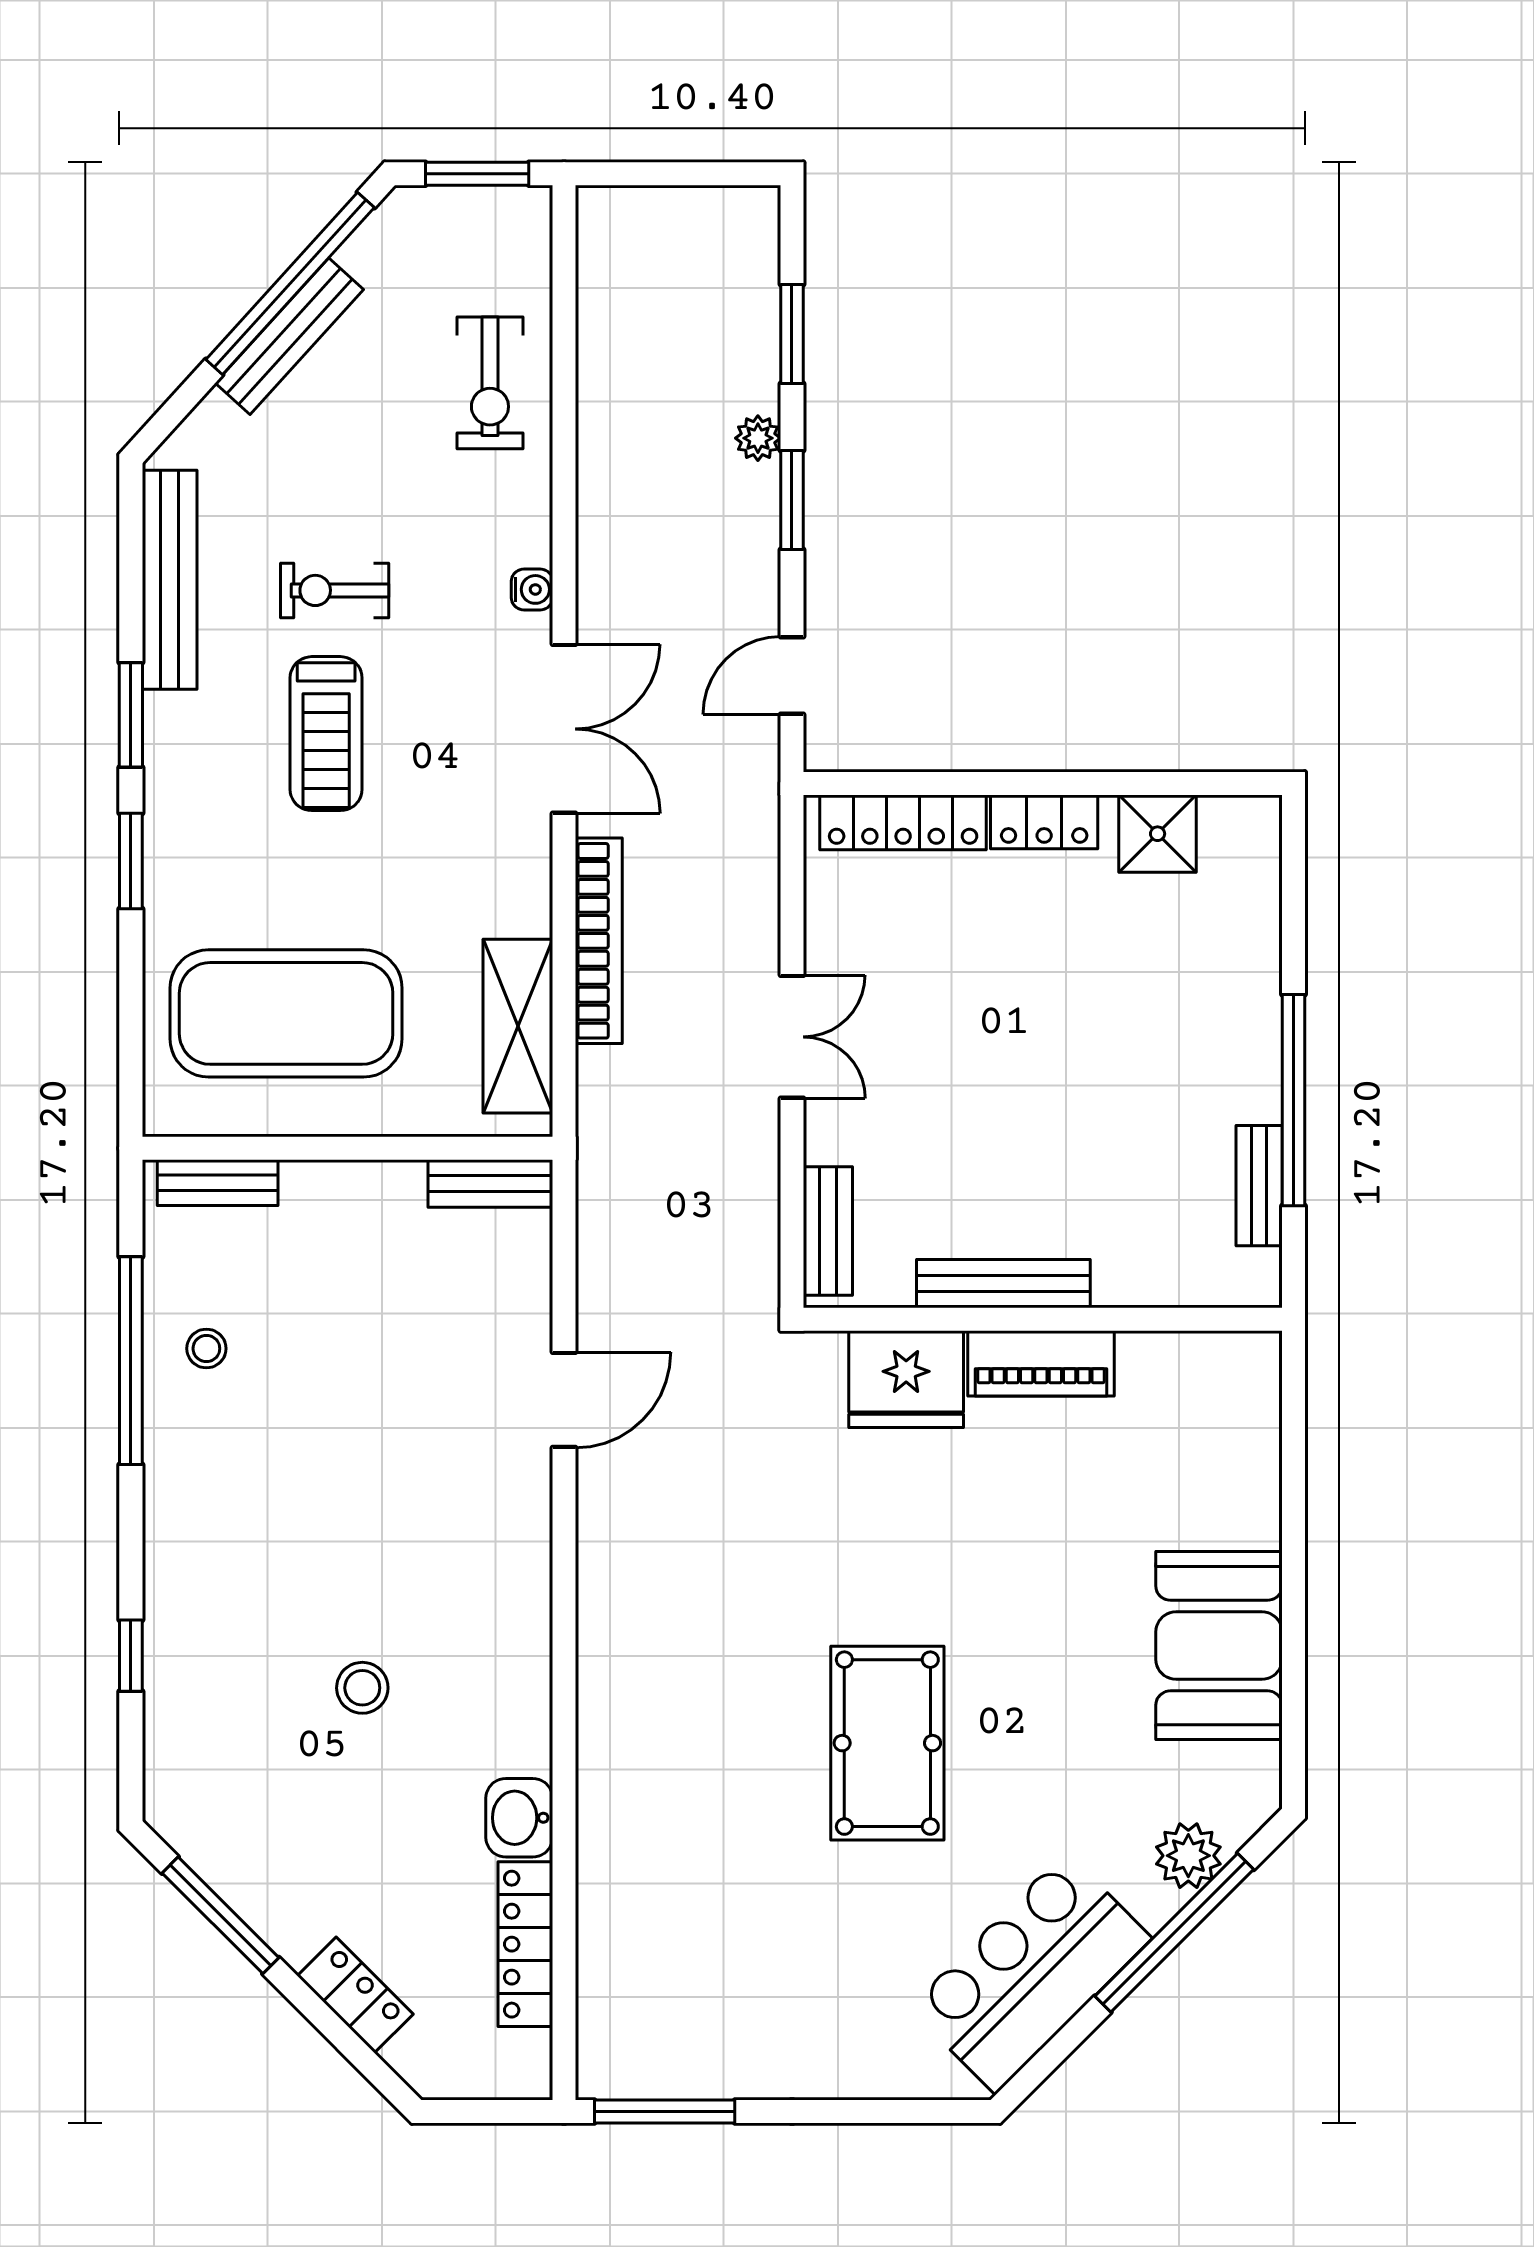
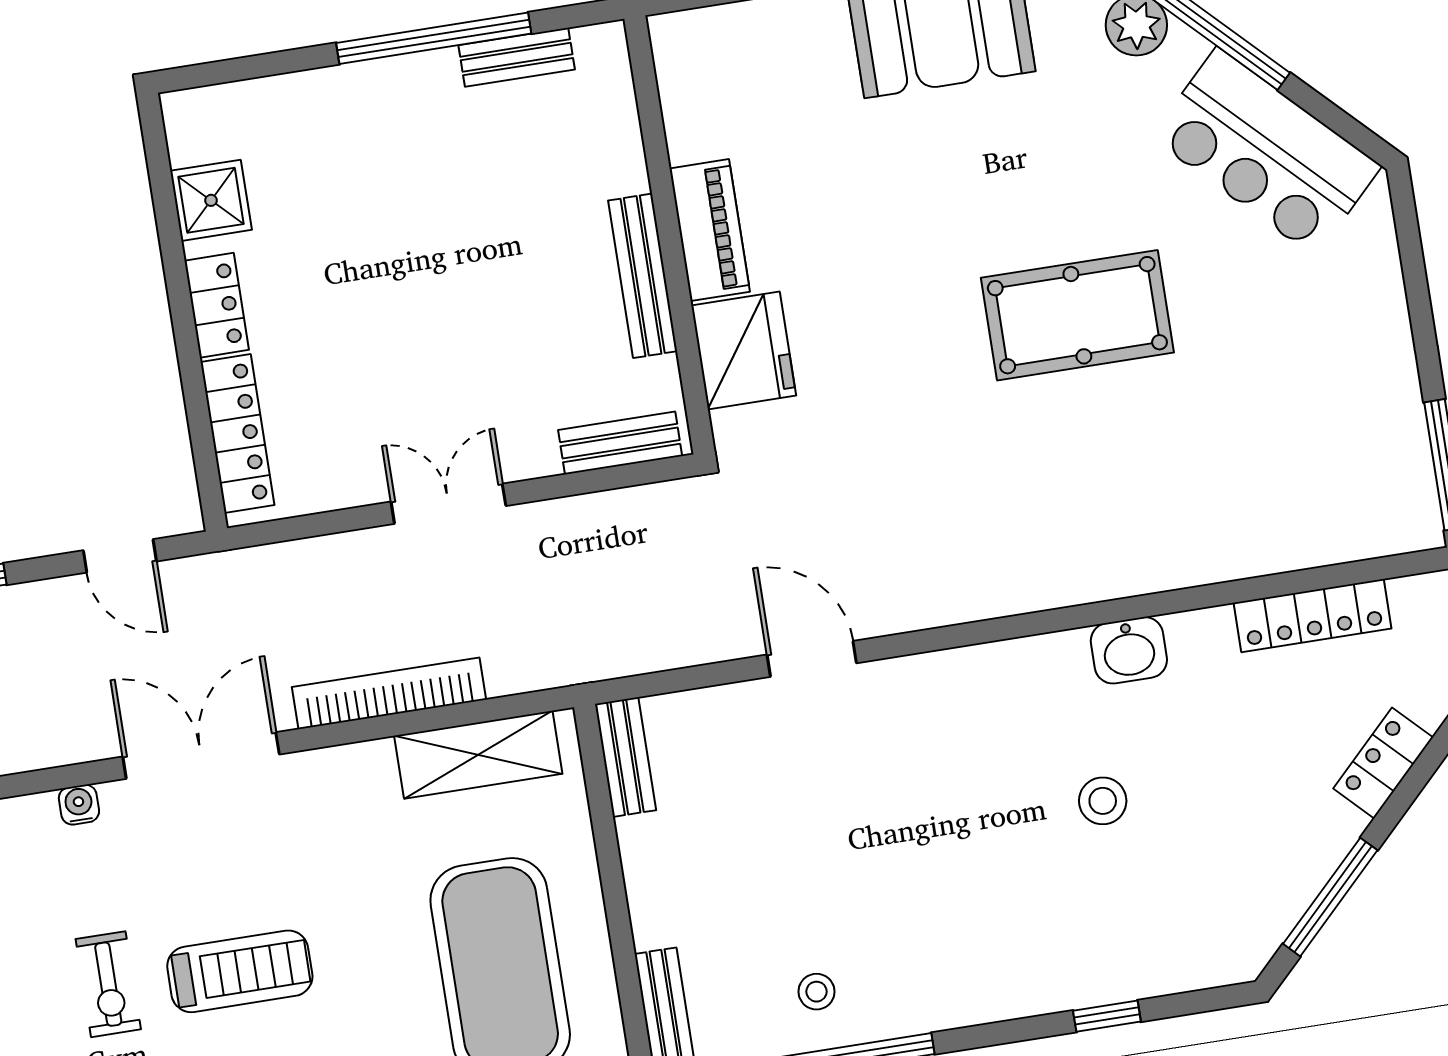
washbasin: (519, 1818) -> (1129, 650), moved

